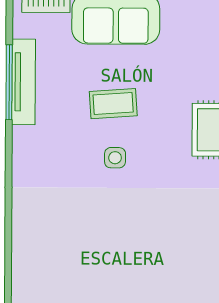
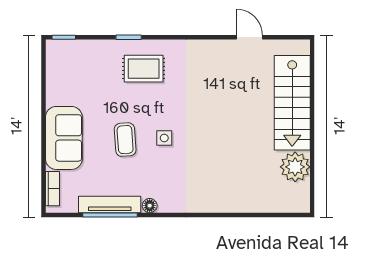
floor lamp: (22, 137) -> (150, 206), added

